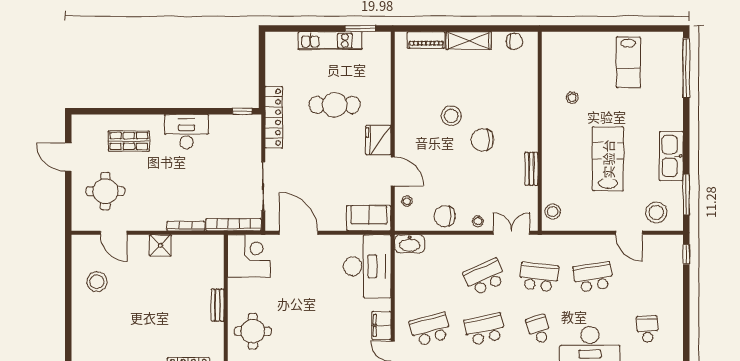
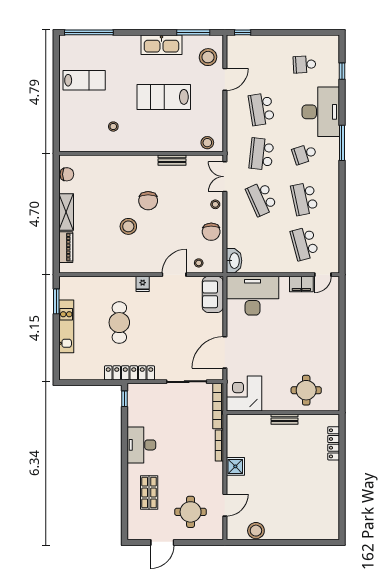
chair: (514, 41) -> (67, 174), turned 90
fridge: (378, 140) -> (143, 284), width x0.53, depth x0.75
stool: (97, 282) -> (256, 531), moved

